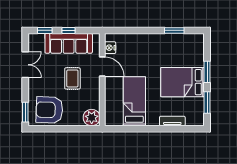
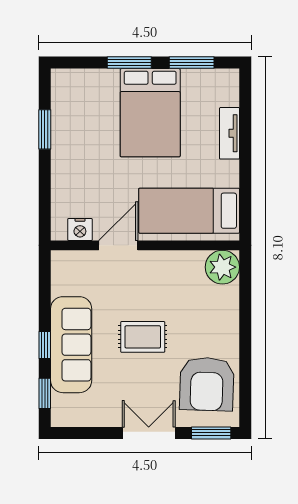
nightstand: (110, 48) -> (80, 230), moved
double door: (25, 65) -> (149, 433), moved
door: (102, 66) -> (118, 245), moved
wall: (102, 80) -> (145, 245), moved
plant: (92, 118) -> (222, 267), moved

